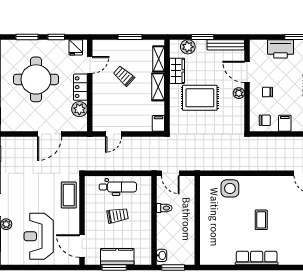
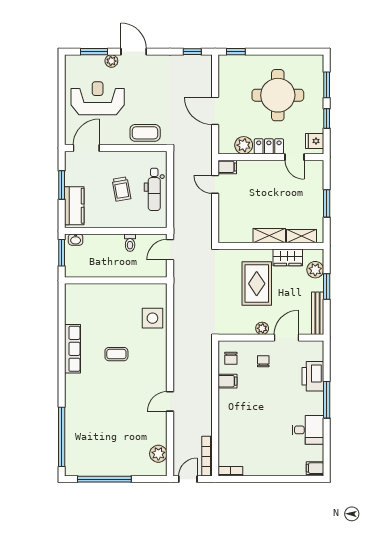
trolley: (124, 76) -> (282, 196), removed
filing cabinet: (158, 123) -> (227, 167), moved
kitchen counter: (117, 257) -> (74, 206), moved

